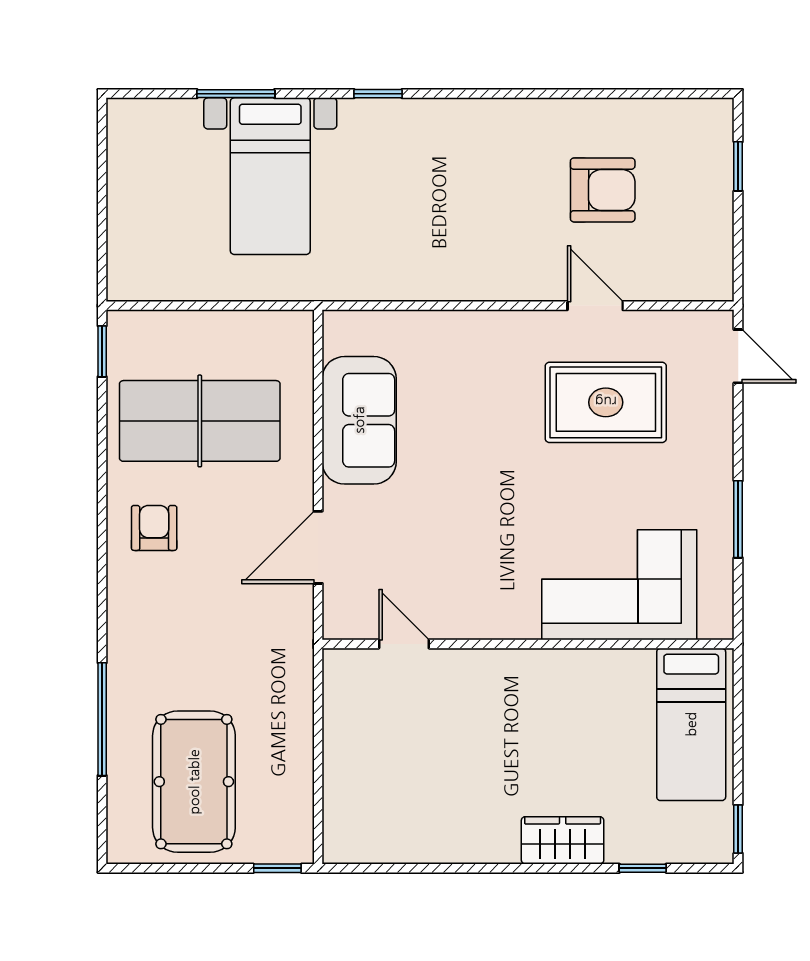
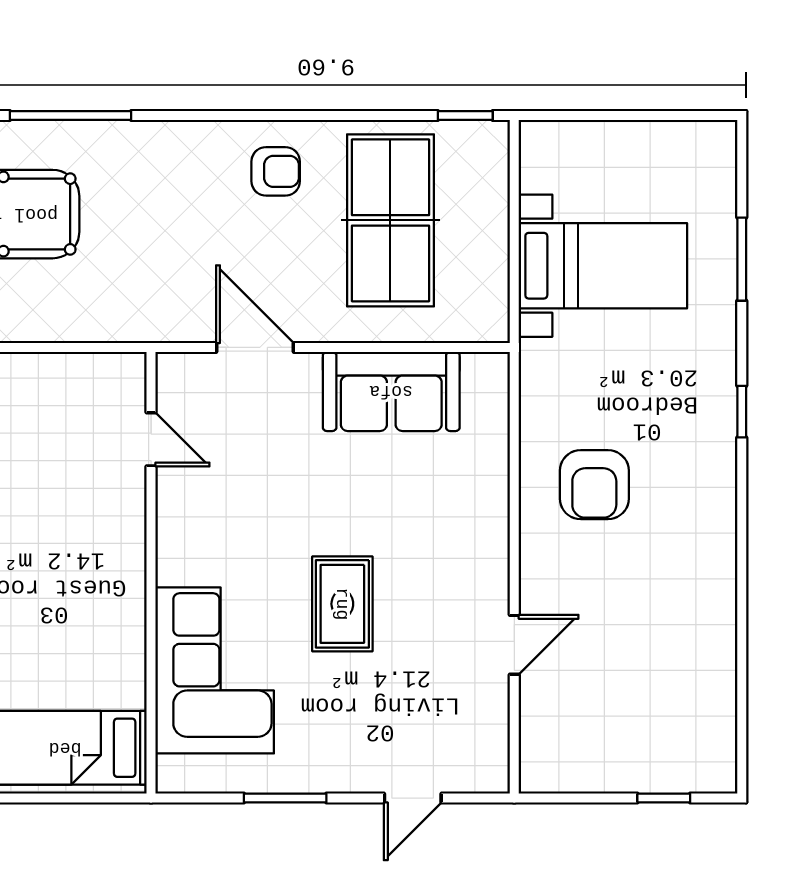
bed with nightstands: (270, 176) -> (603, 266), moved, turned 180
armchair: (603, 190) -> (594, 485), moved
door: (738, 356) -> (413, 798), moved
rug: (606, 402) -> (342, 604), moved, width x0.73, depth x0.70
door: (404, 644) -> (151, 439), hinge flipped

